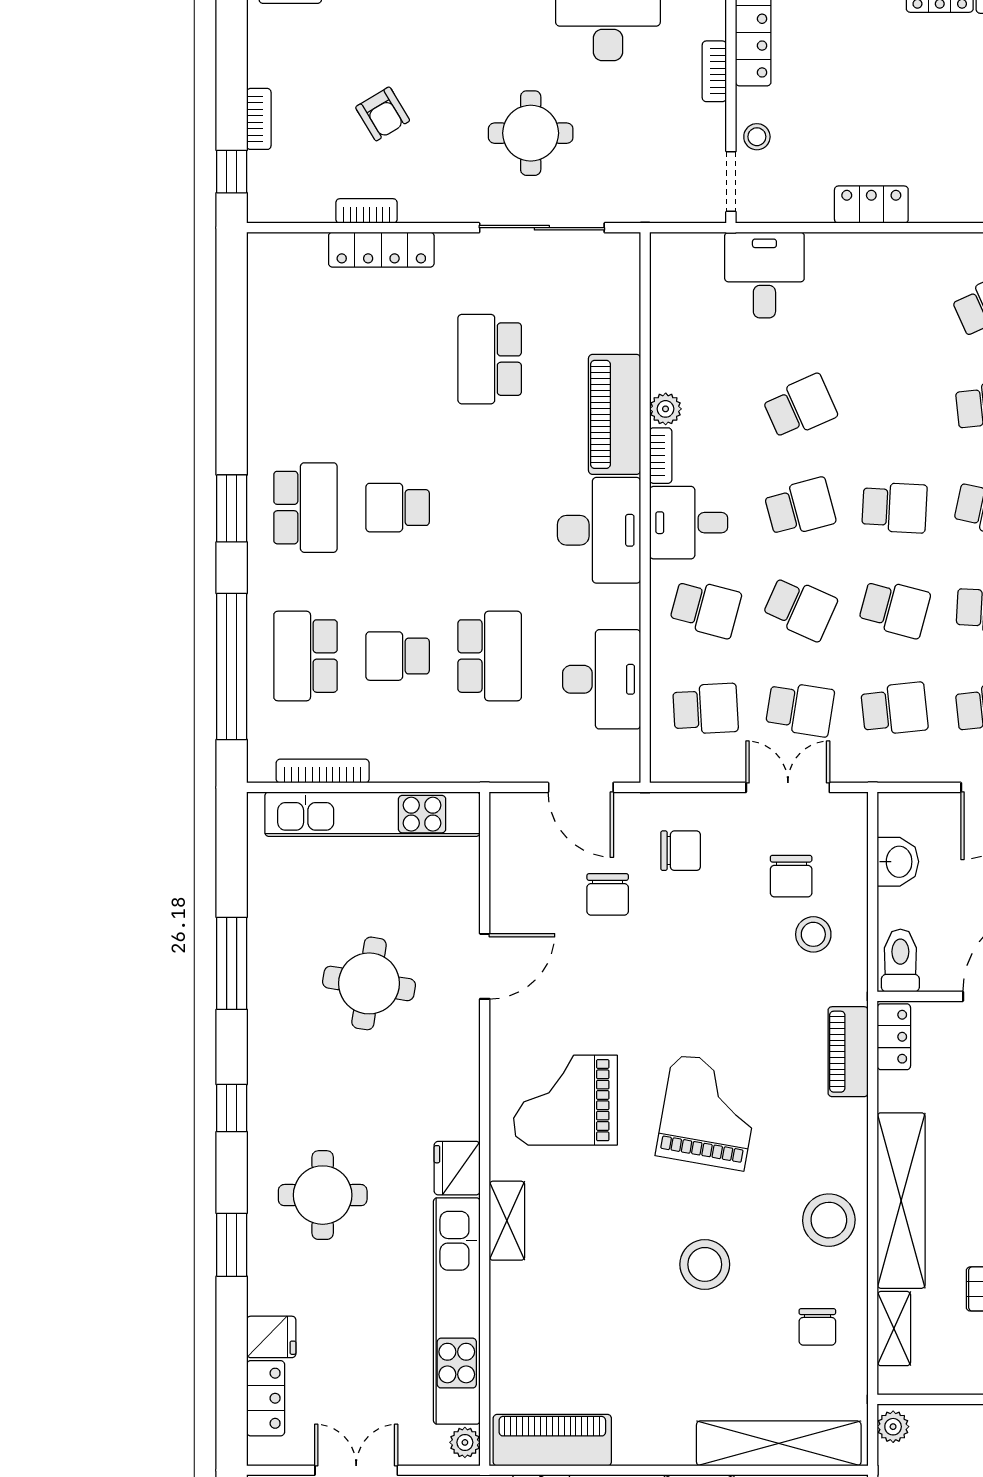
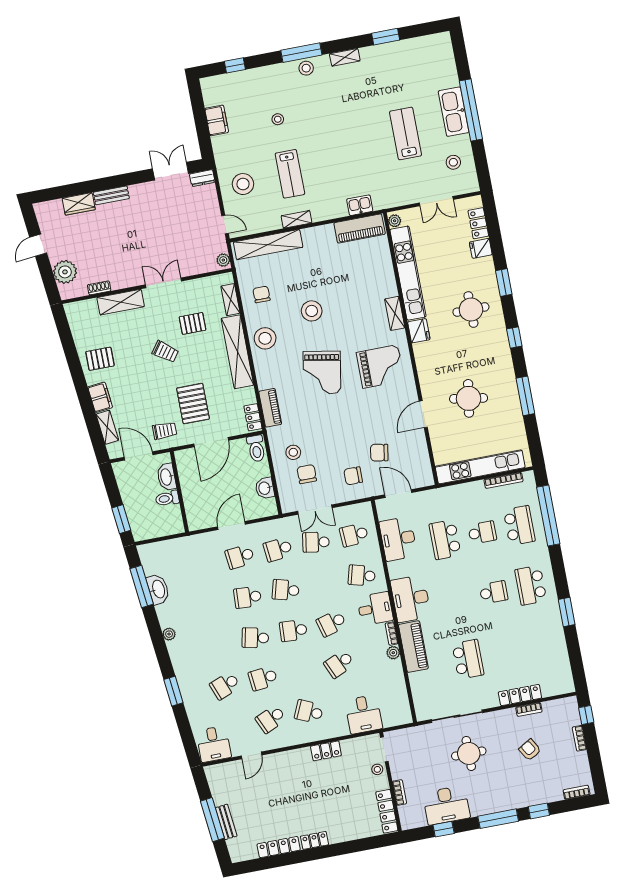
window: (232, 508) -> (567, 612), moved
school desk: (800, 608) -> (309, 712), moved
chair: (608, 894) -> (379, 453), turned -80

